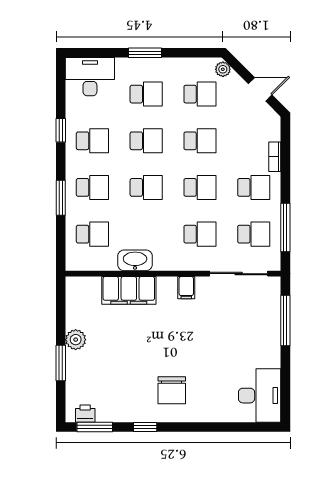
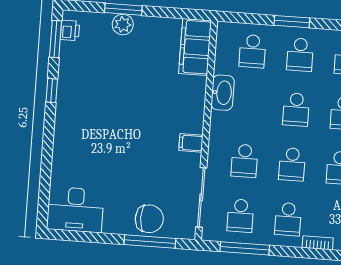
filing cabinet: (129, 290) -> (195, 47), moved
plant: (76, 340) -> (123, 24), moved
chair: (172, 390) -> (149, 219), moved, turned 180

